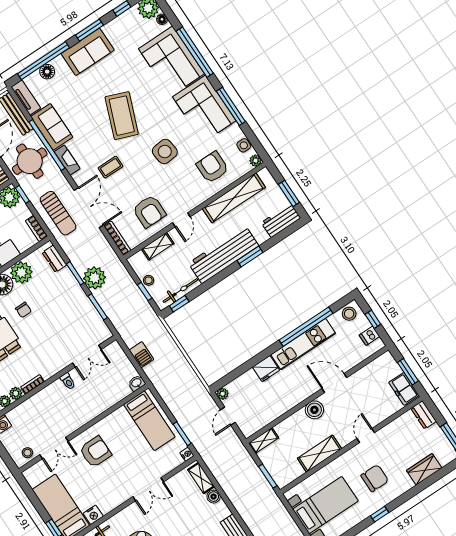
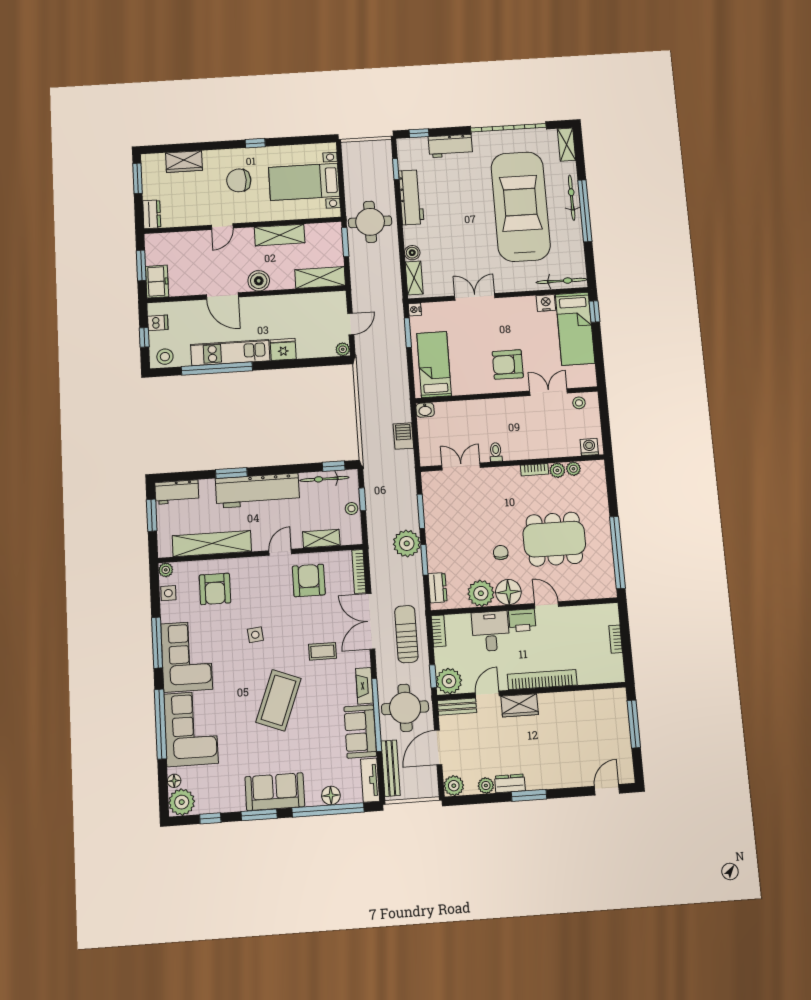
side table: (165, 152) -> (255, 635), width x0.54, depth x0.54
freezer: (404, 389) -> (157, 282), moved
shelving: (264, 440) -> (320, 278), width x1.50, depth x1.33
round table: (258, 502) -> (370, 222), added

